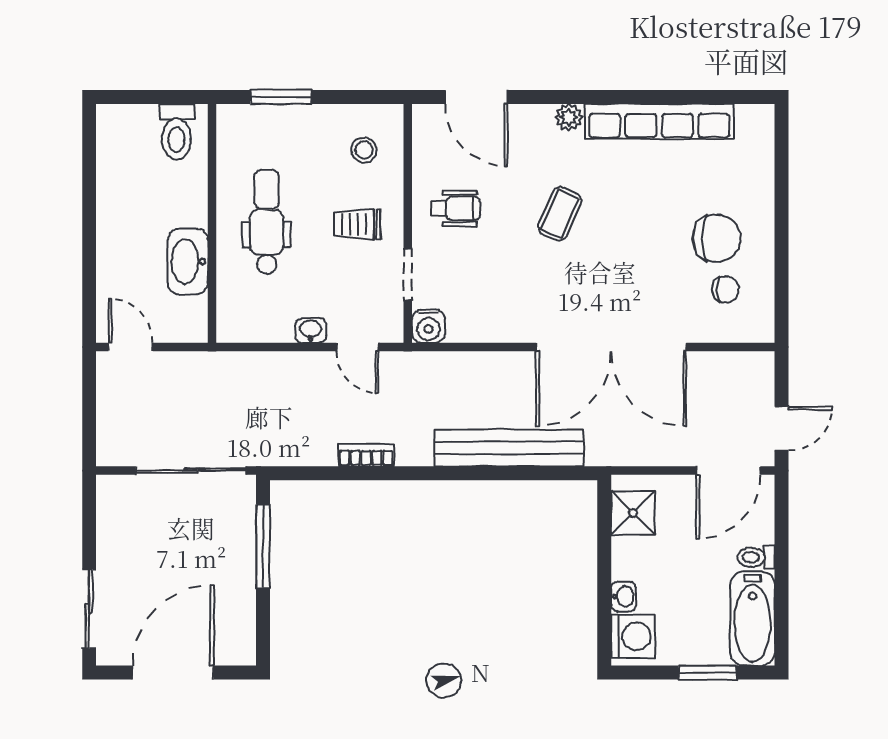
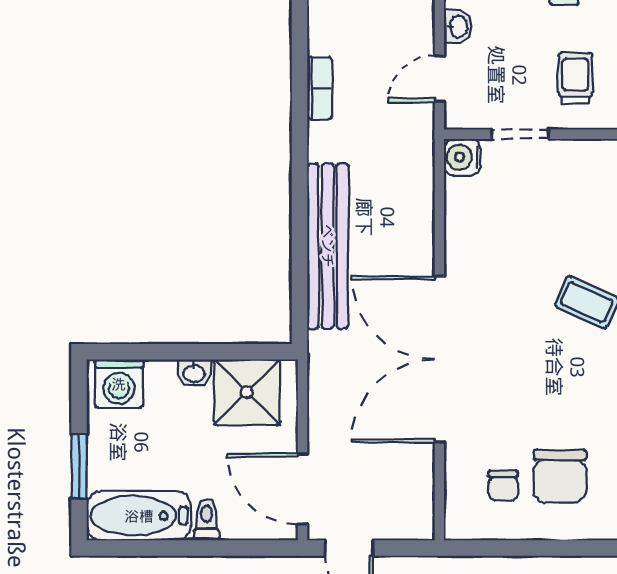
wheelchair: (456, 208) -> (593, 187), removed
shower: (633, 513) -> (247, 392), width x1.36, depth x1.36
washbasin: (624, 596) -> (194, 373), moved

